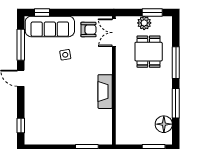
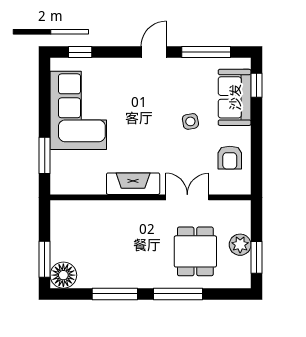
sofa: (50, 26) -> (235, 97), width x0.73
double door: (114, 33) -> (187, 197), moved
dining table: (149, 52) -> (195, 251), turned 90
floor lamp: (164, 124) -> (63, 275), moved
corner sofa: (58, 127) -> (78, 110), added

